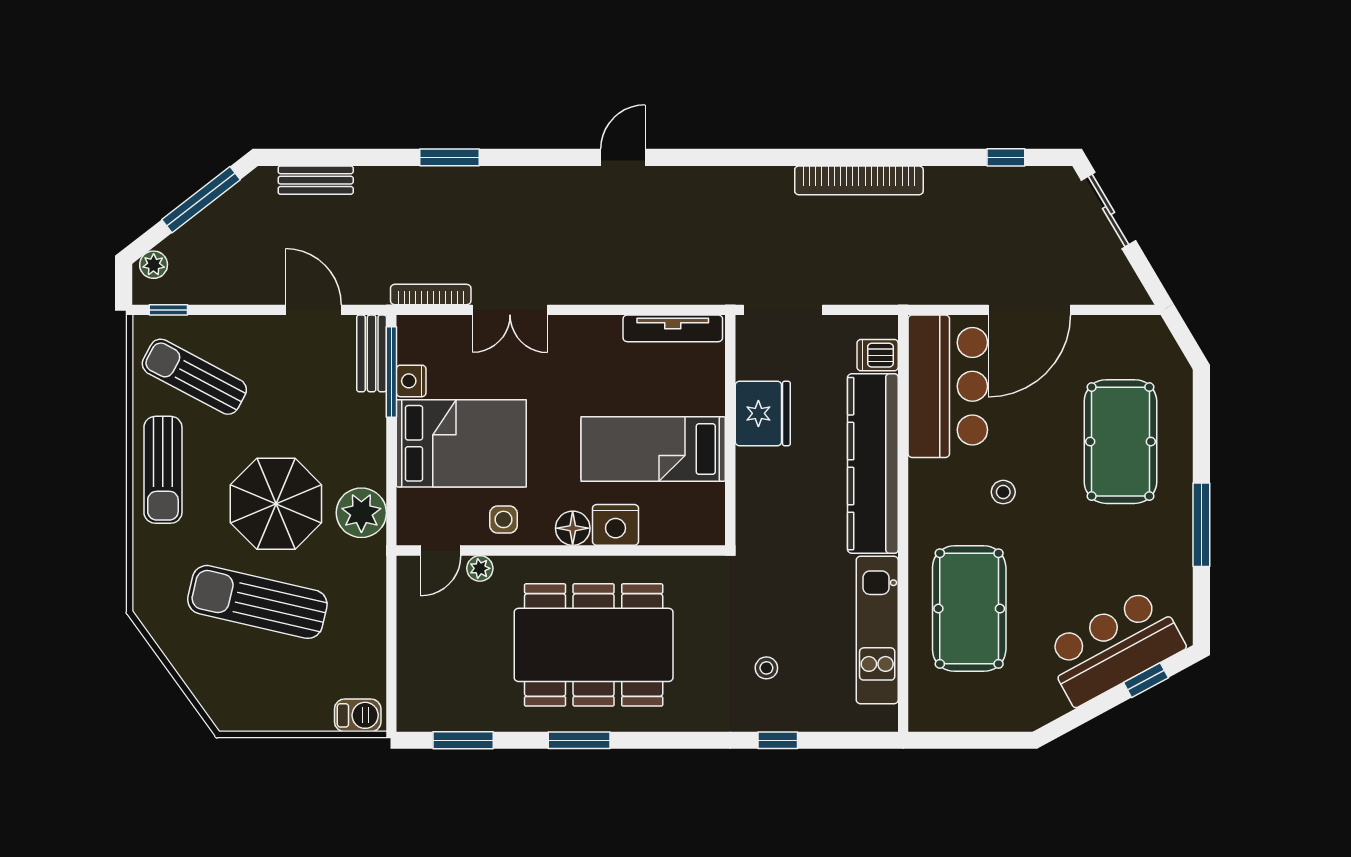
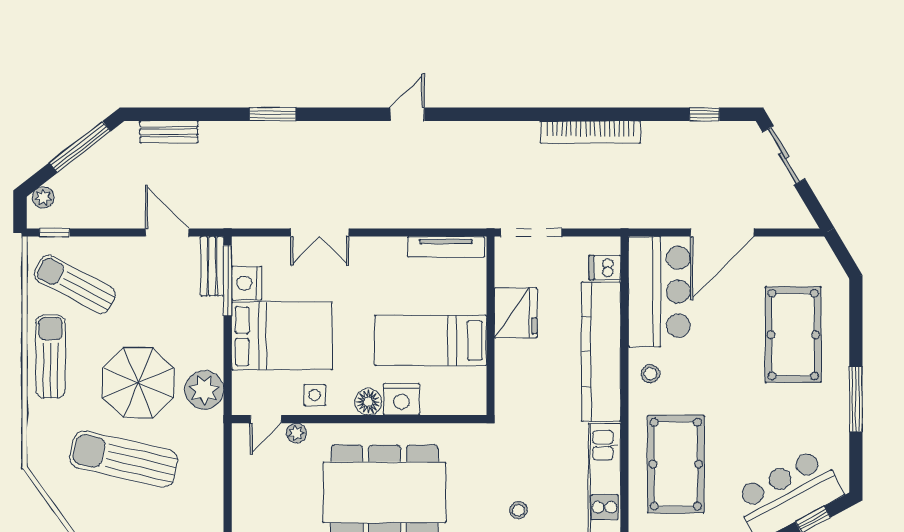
bookcase: (431, 295) -> (258, 221), removed
nightstand: (411, 381) -> (247, 283), width x1.36, depth x1.33
sun lounger: (163, 470) -> (50, 357), turned 180
stool: (1003, 492) -> (650, 374), moved

